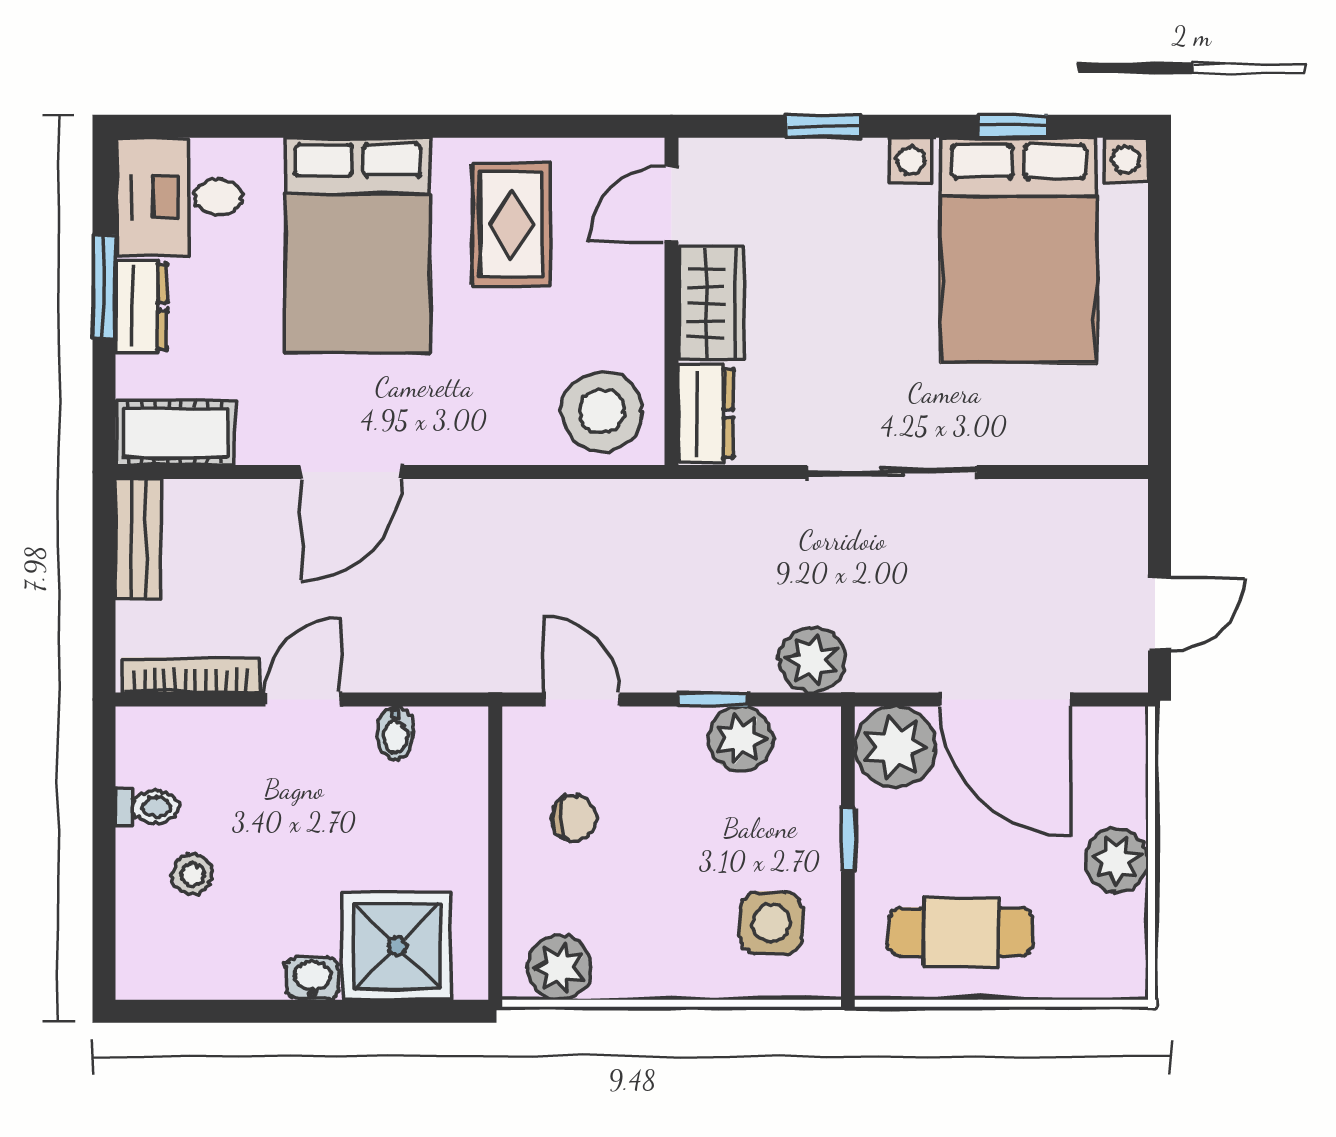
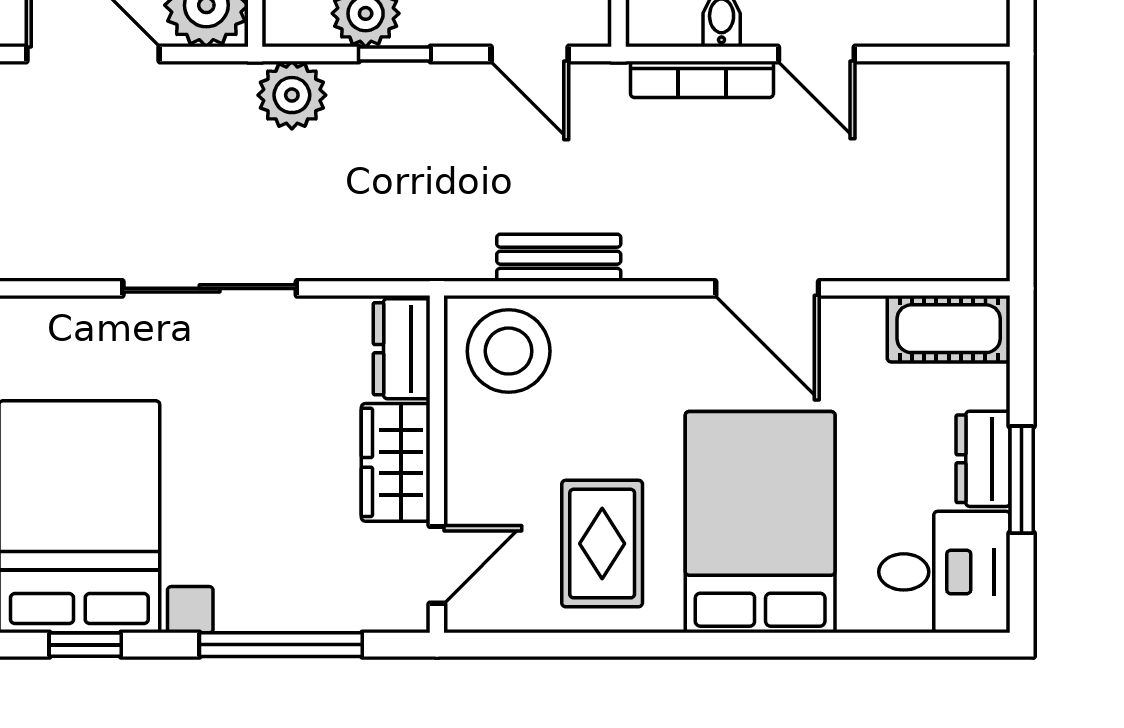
window: (823, 126) -> (281, 645), width x2.17
door: (351, 472) -> (767, 288), swing flipped
bench: (138, 539) -> (559, 258), moved, turned 90
bookcase: (191, 675) -> (702, 79), moved
door: (303, 700) -> (816, 54), hinge flipped

